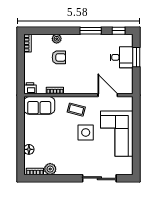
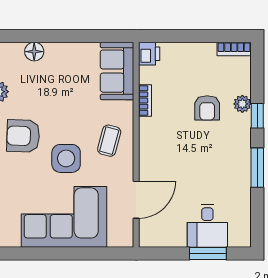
window: (119, 31) -> (257, 116), moved
armchair: (74, 155) -> (23, 136), added

